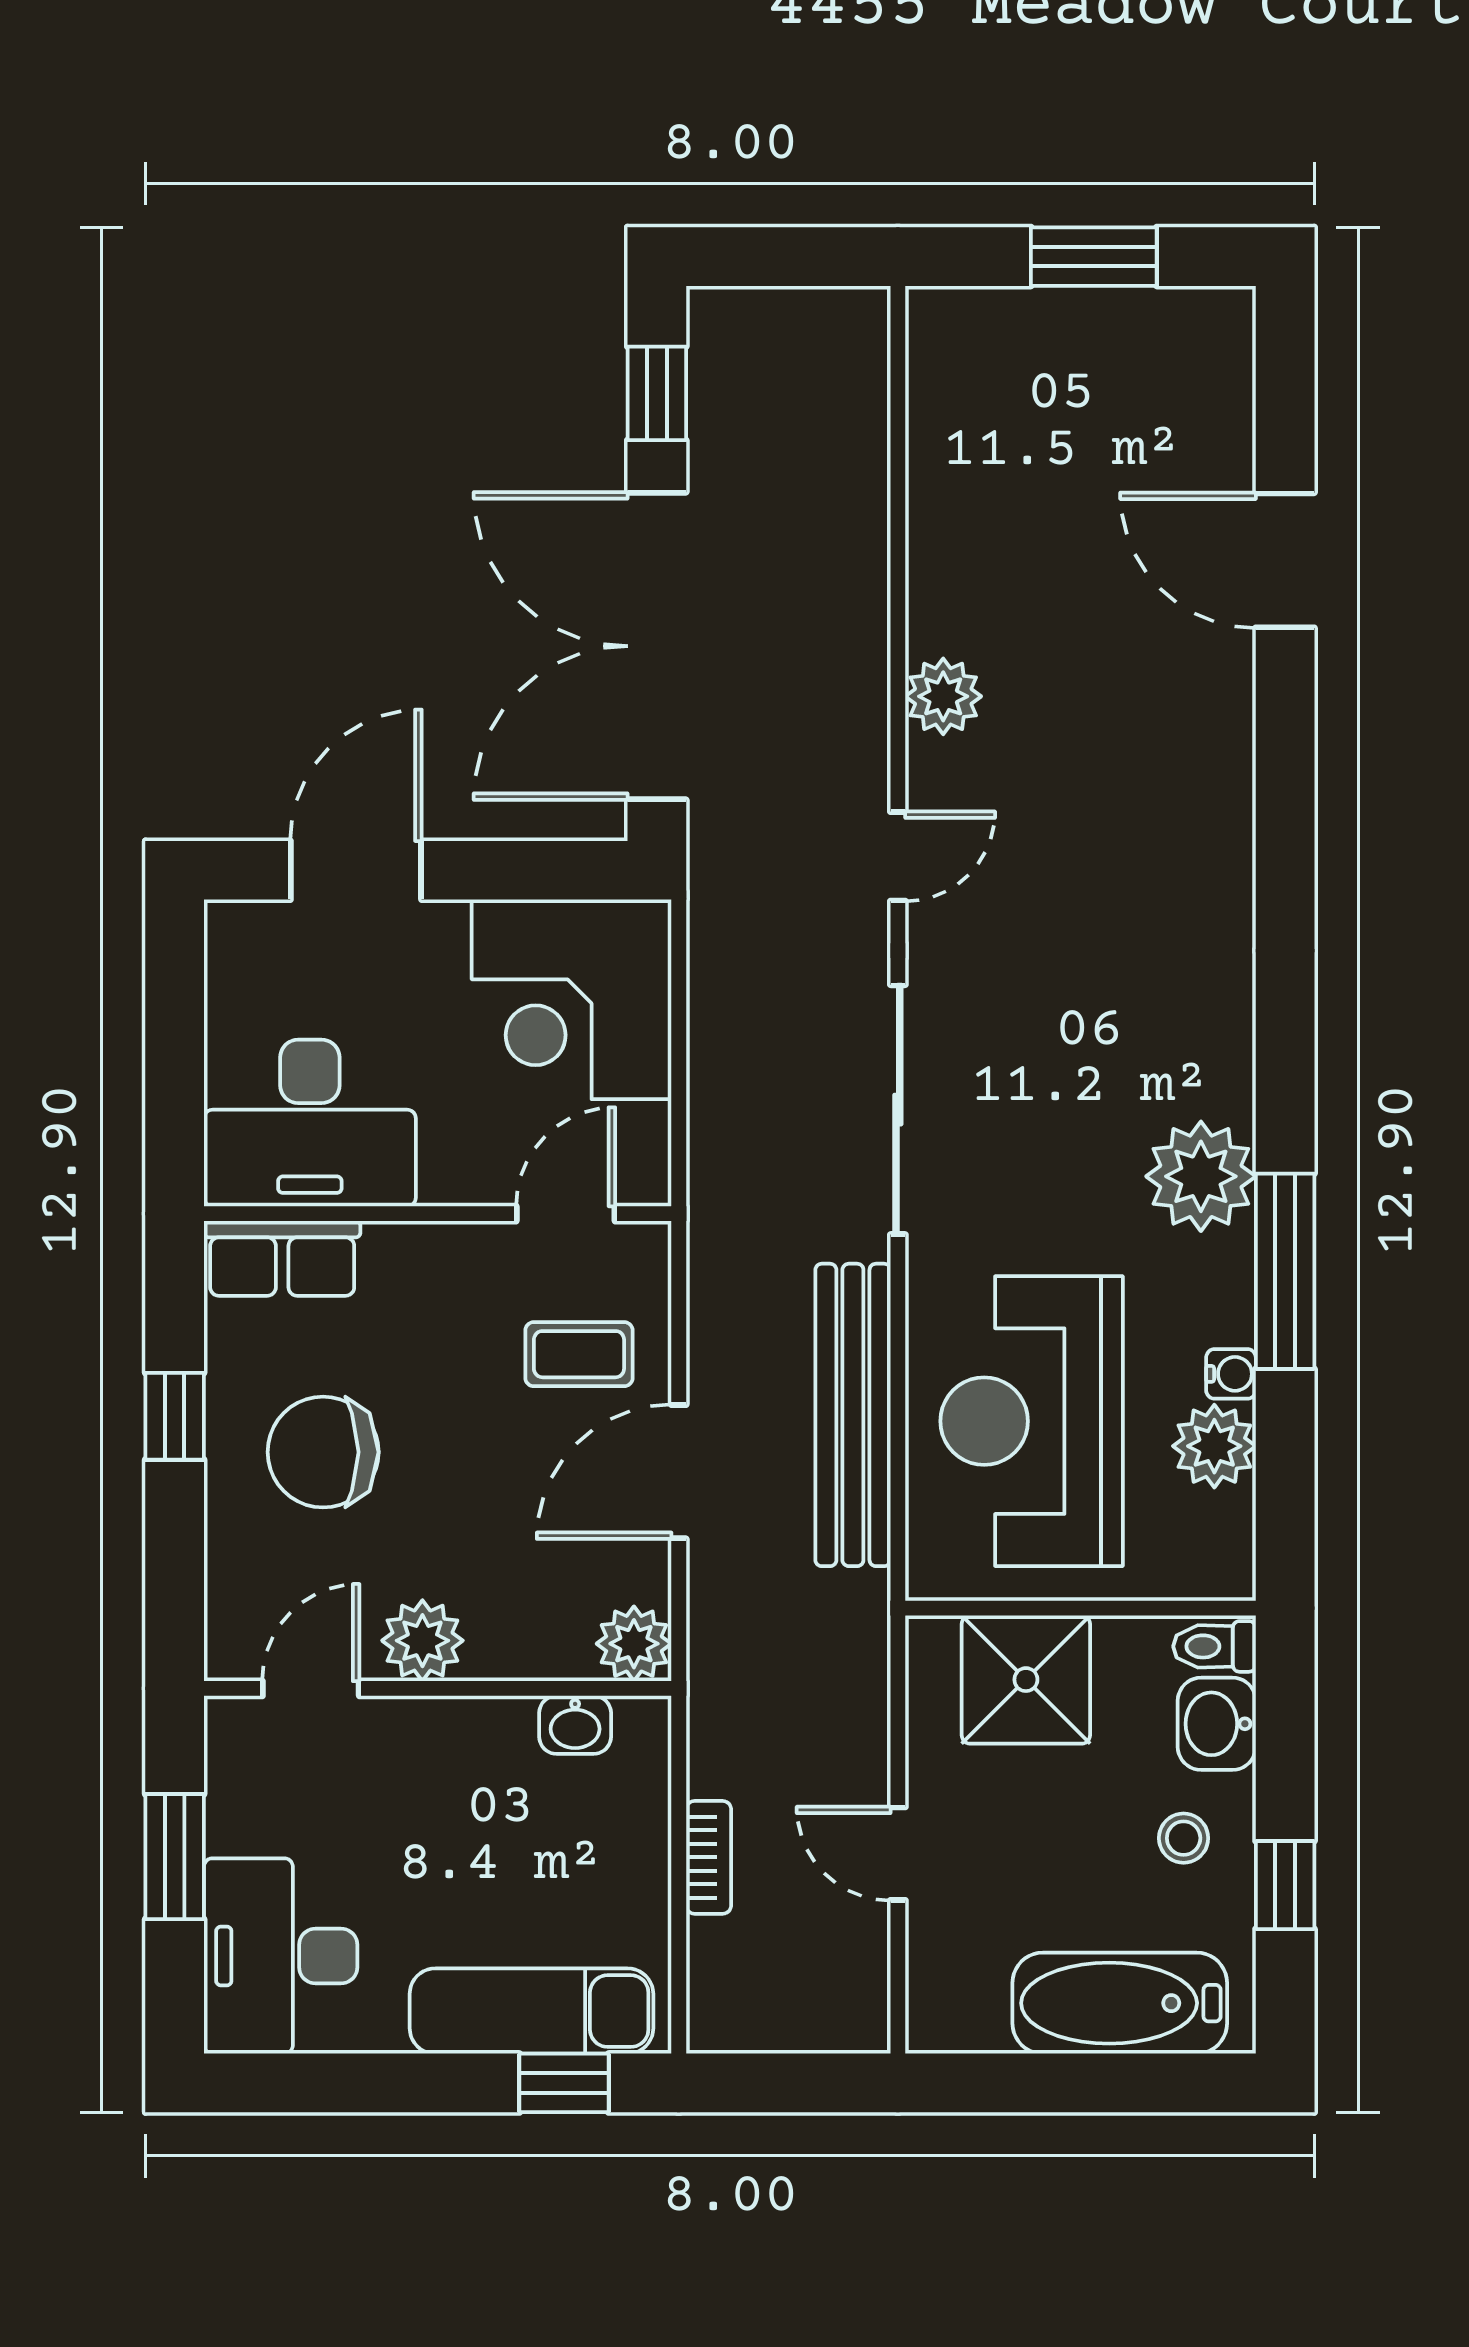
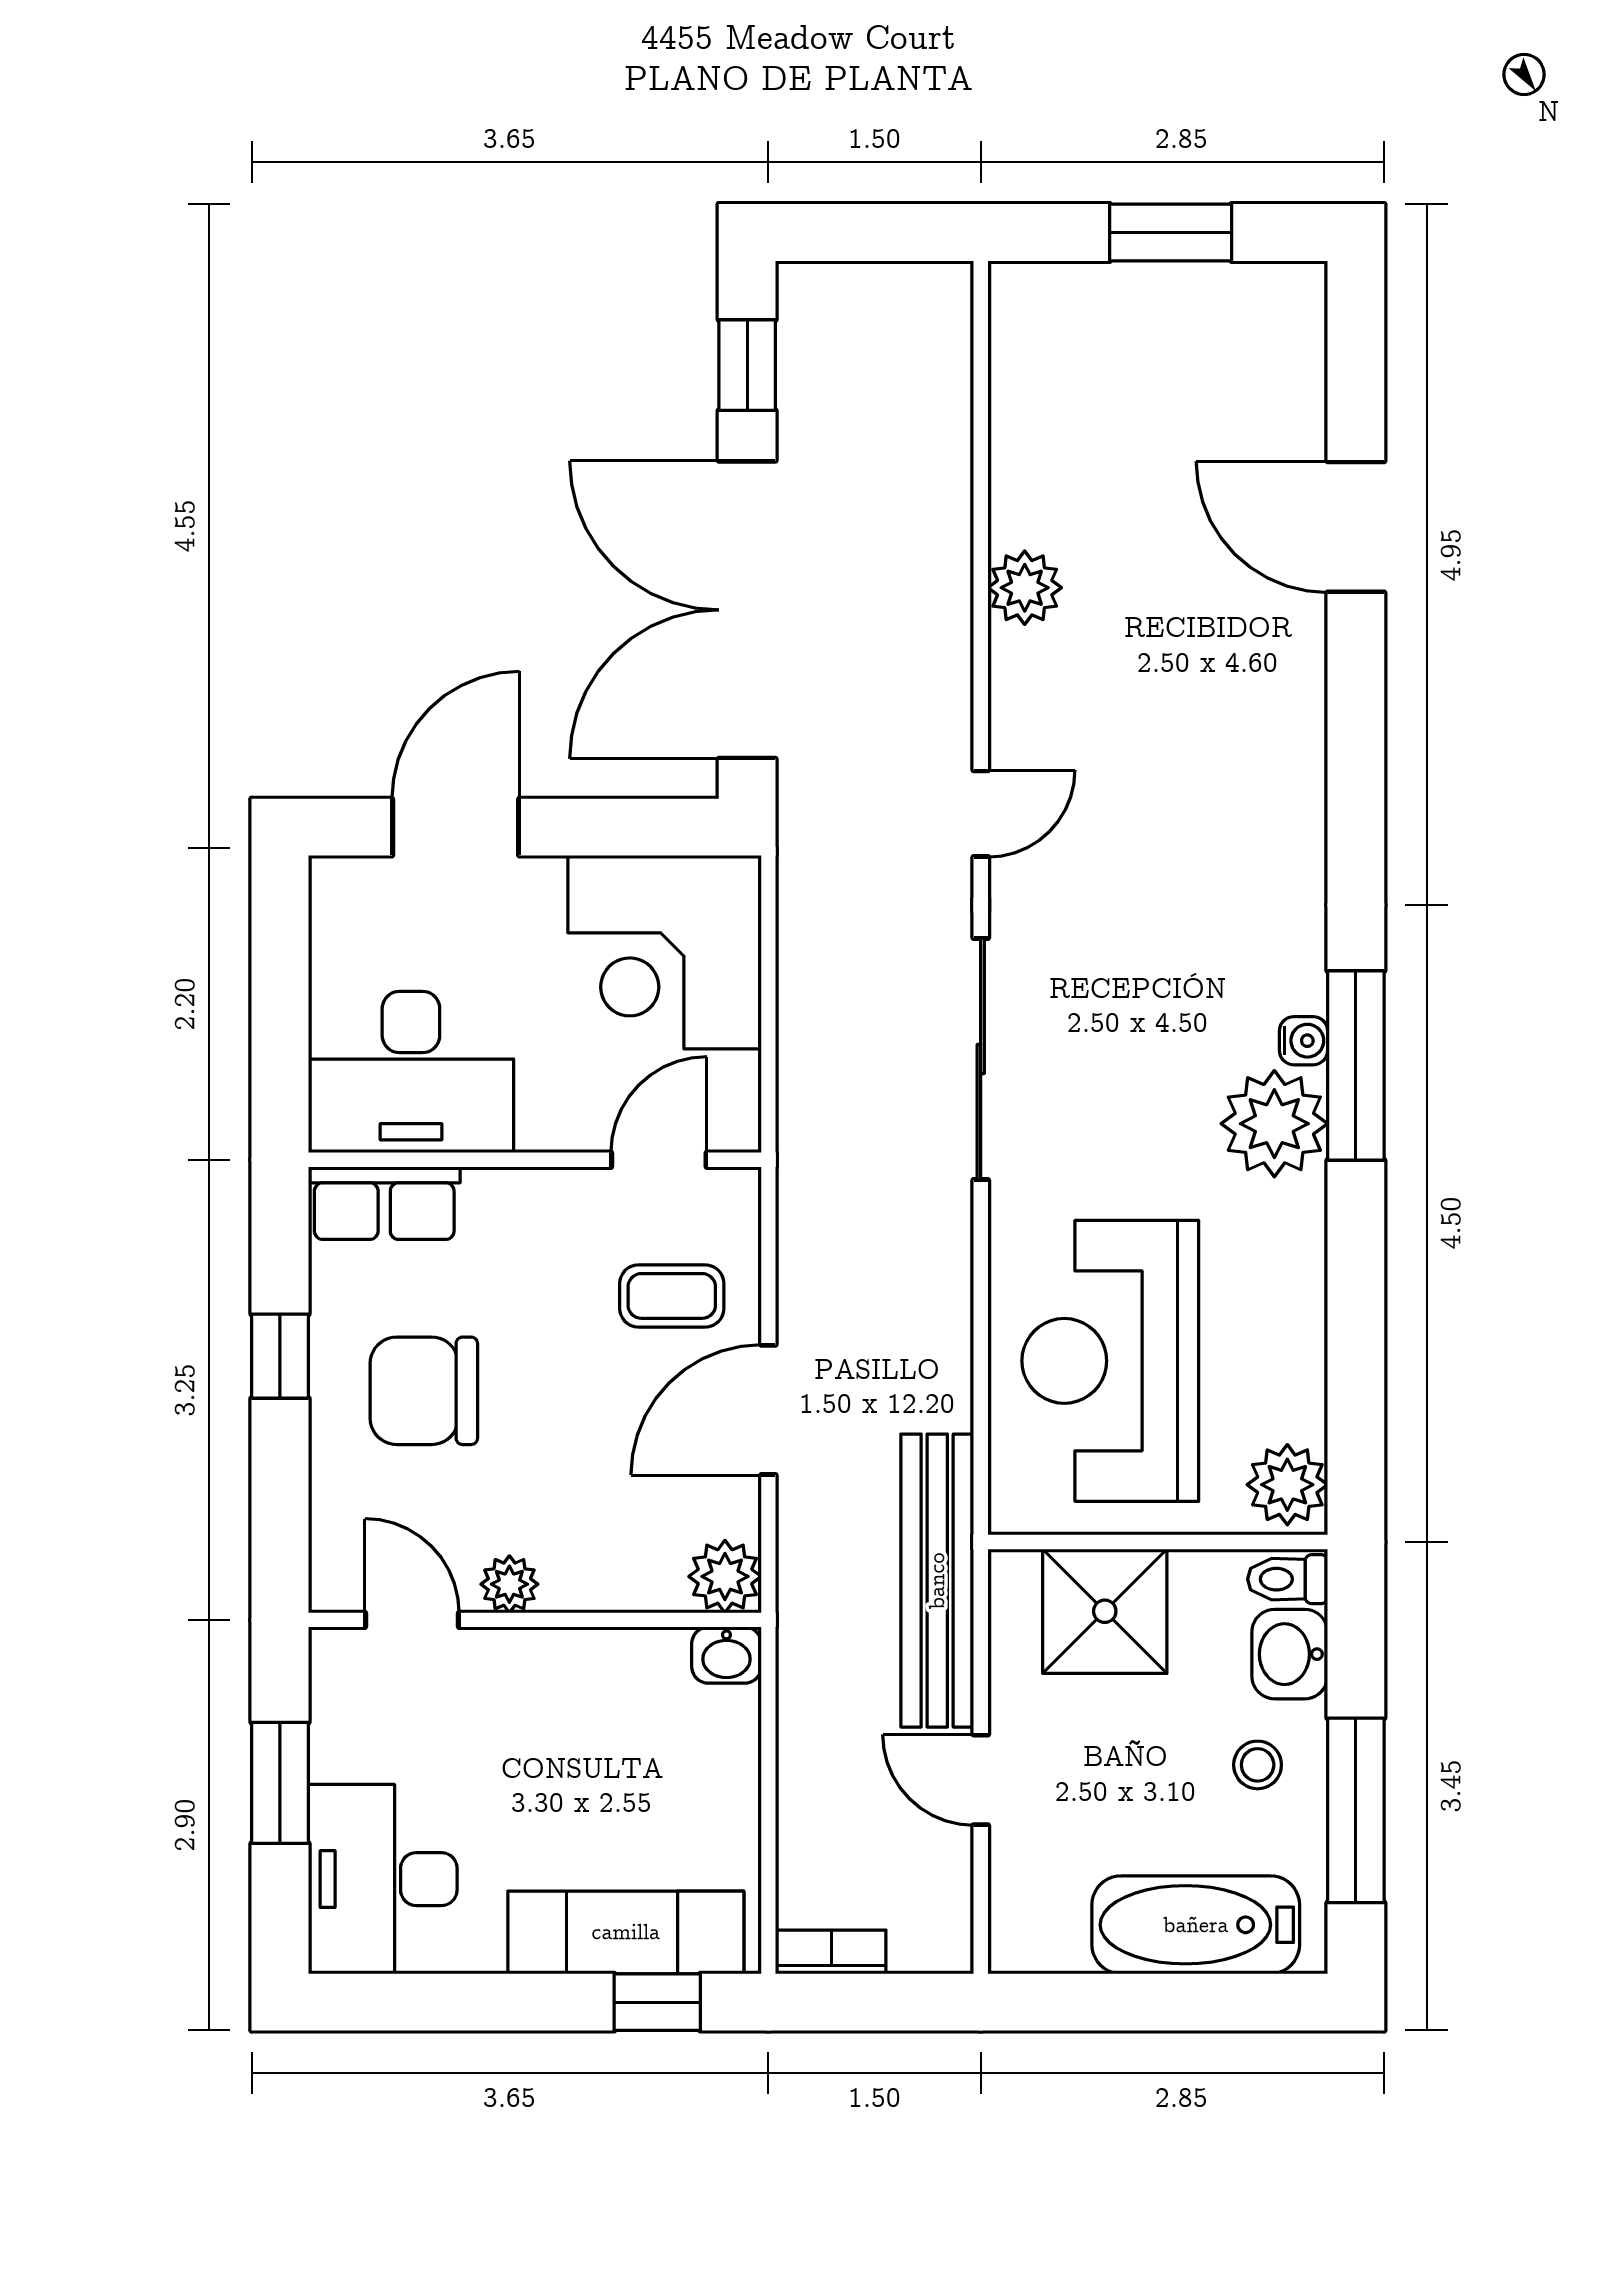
plant: (943, 696) -> (1025, 588), moved
window: (1285, 1271) -> (1356, 1066), moved
water cooler: (1231, 1374) -> (1303, 1041), moved
bench: (853, 1415) -> (937, 1581), moved
plant: (1214, 1446) -> (1287, 1485), moved
plant: (422, 1641) -> (509, 1584), width x0.73, depth x0.73
door: (311, 1688) -> (412, 1620), hinge flipped
washbasin: (575, 1725) -> (726, 1655), moved
bookcase: (709, 1857) -> (831, 1952), moved, turned -90
window: (1285, 1885) -> (1356, 1810), width x2.17

